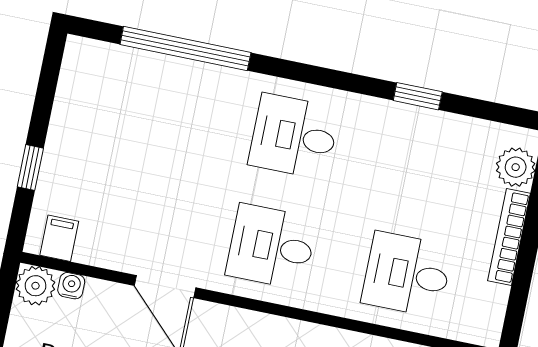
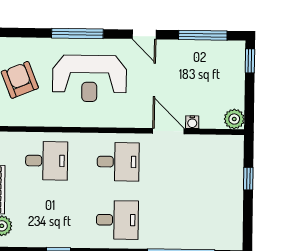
filing cabinet: (59, 238) -> (227, 145), removed
water cooler: (71, 286) -> (192, 122), moved

